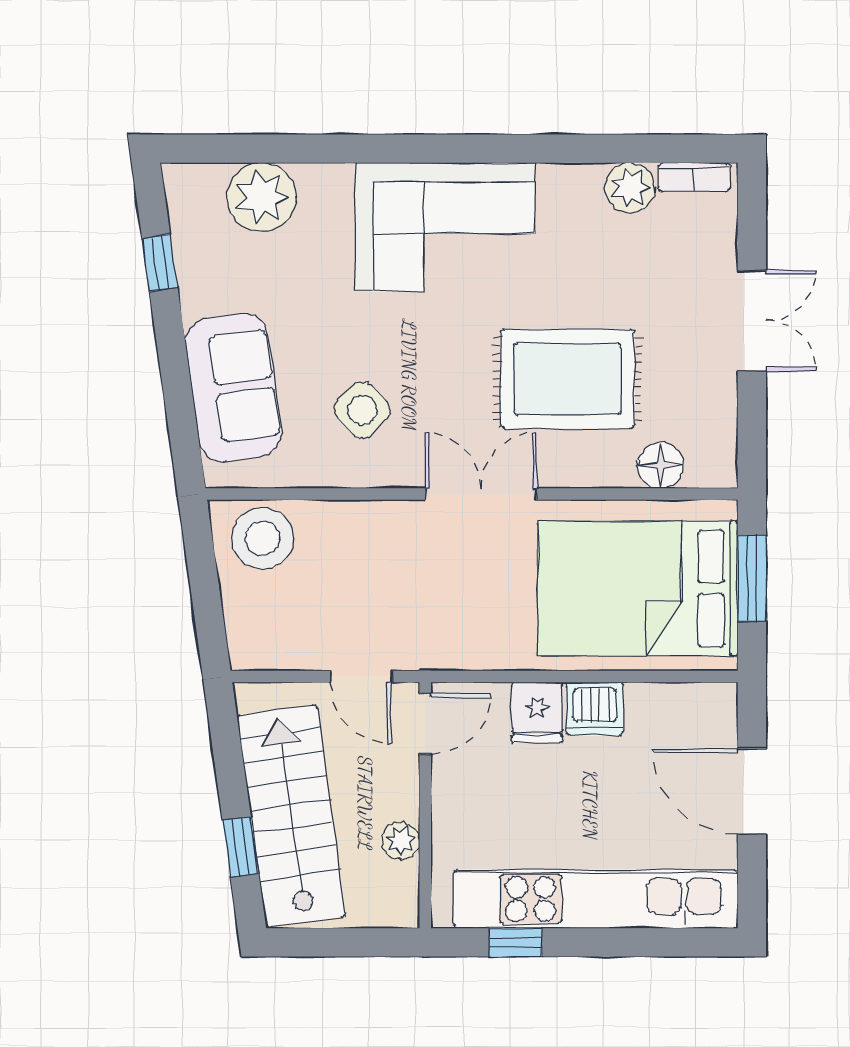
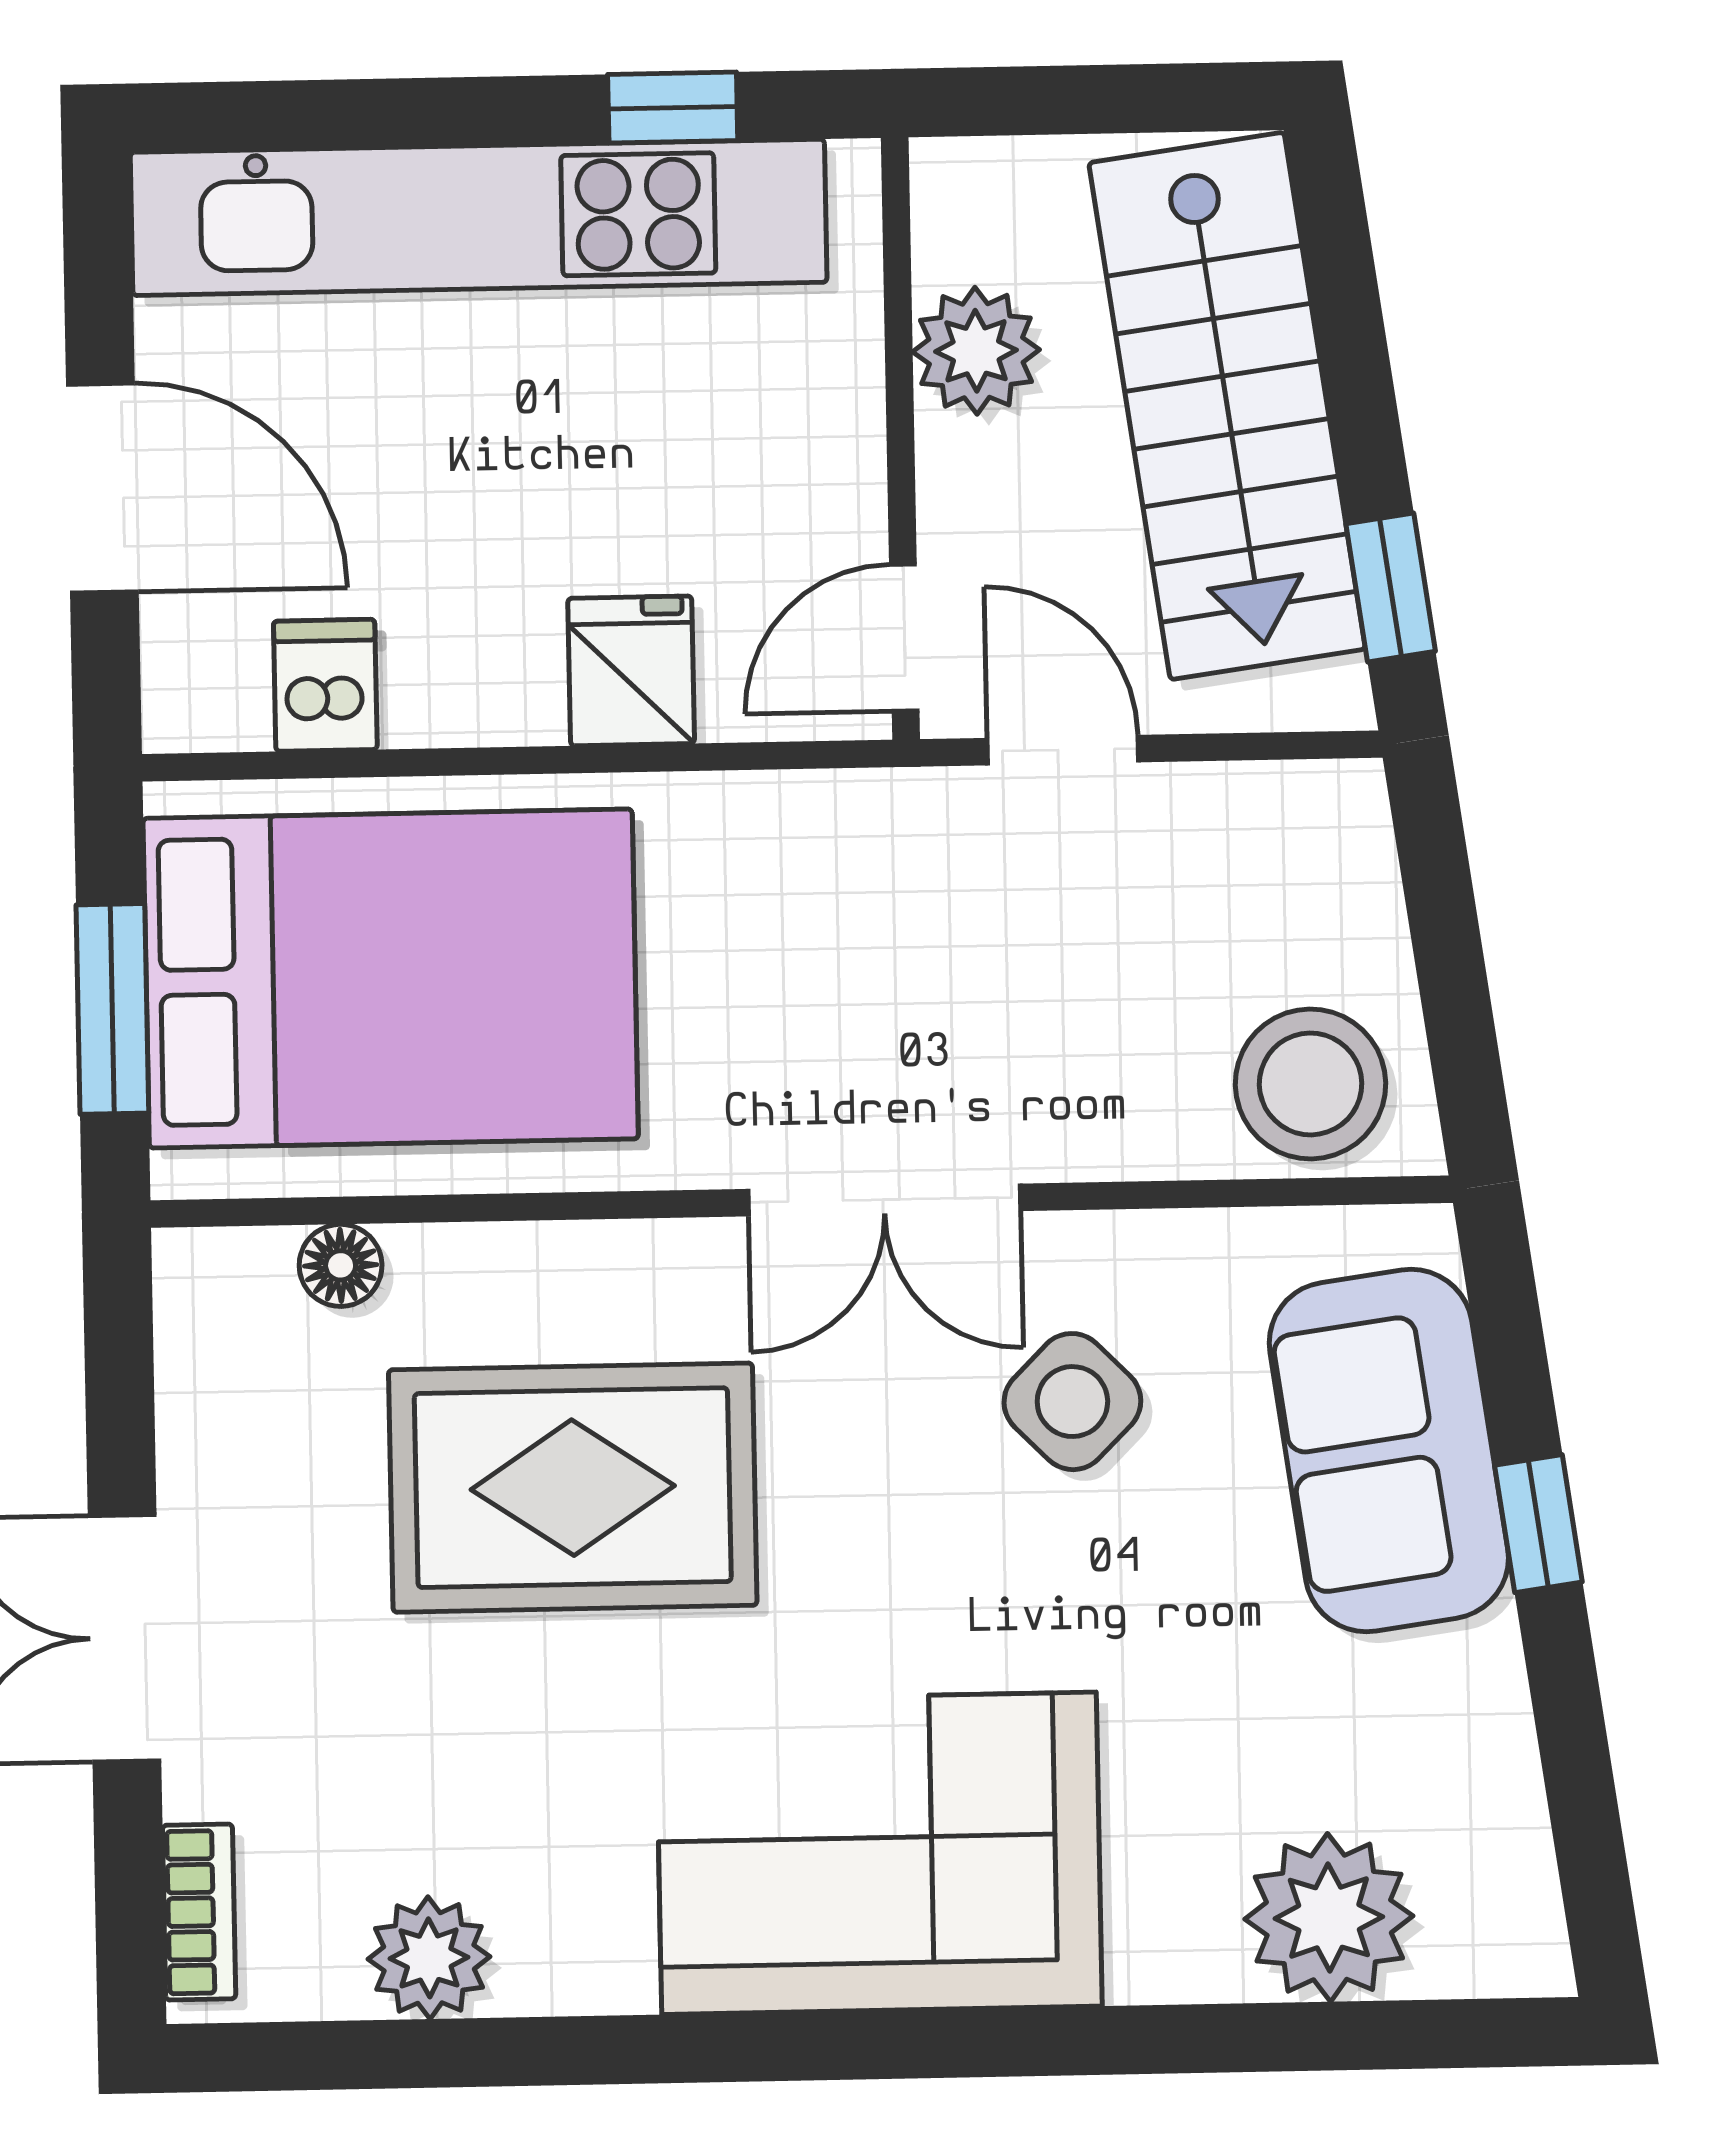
bookcase: (694, 177) -> (199, 1912), moved, turned 90
window: (160, 263) -> (1538, 1524), moved
floor lamp: (661, 465) -> (341, 1265), width x0.73, depth x0.73
double door: (481, 494) -> (884, 1200), moved
dishwasher: (595, 709) -> (325, 685), moved, width x0.73
plant: (401, 841) -> (976, 351), width x1.38, depth x1.38
window: (241, 847) -> (1391, 588), moved

